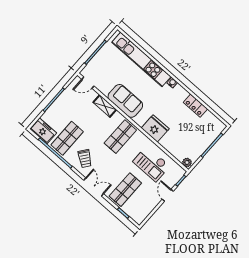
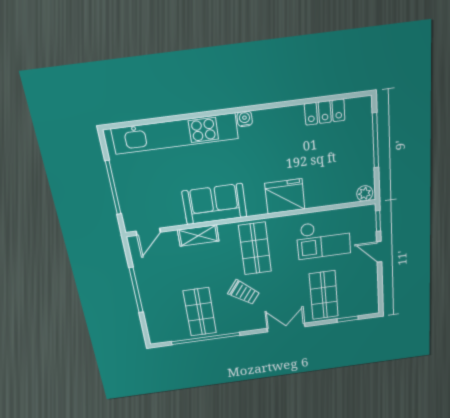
locker: (195, 106) -> (325, 112), moved
freezer: (43, 131) -> (166, 332), removed
trolley: (85, 159) -> (244, 292), moved

